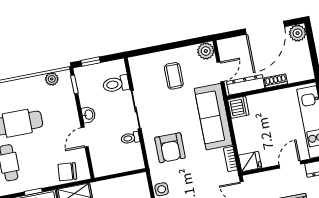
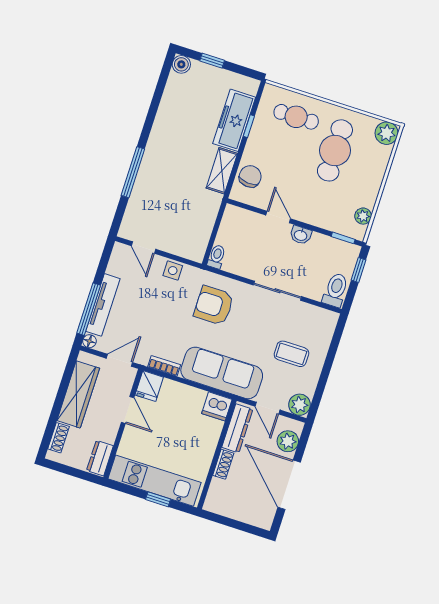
plant: (298, 33) -> (288, 441), moved
toilet: (116, 84) -> (335, 290), moved
toilet: (130, 138) -> (217, 257), moved
door: (290, 164) -> (128, 410), moved

